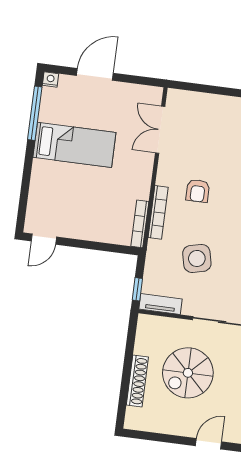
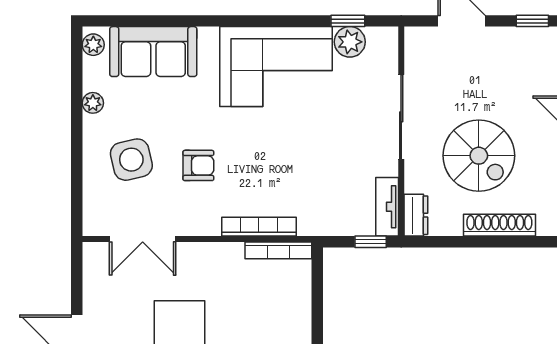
armchair: (198, 191) -> (198, 165), moved
side table: (197, 258) -> (131, 160), moved
dresser: (152, 323) -> (416, 215), added

